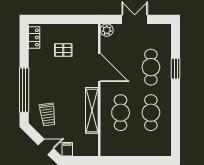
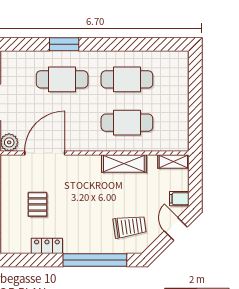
locker: (34, 37) -> (47, 246), moved
door: (99, 67) -> (45, 153), moved
shelving: (92, 110) -> (124, 164), width x0.68
shelving: (93, 145) -> (173, 162), added

